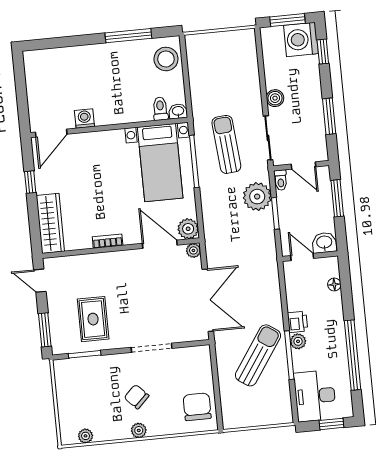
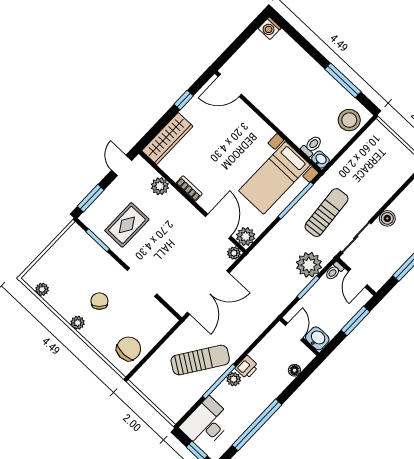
washing machine: (84, 118) -> (270, 28), moved, turned 180
plant: (84, 264) -> (160, 186), added

